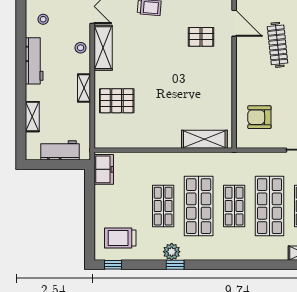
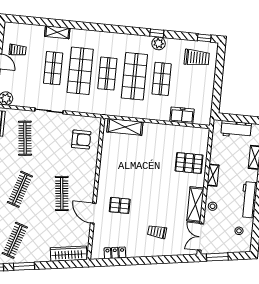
freezer: (104, 169) -> (182, 115), moved, turned 90

